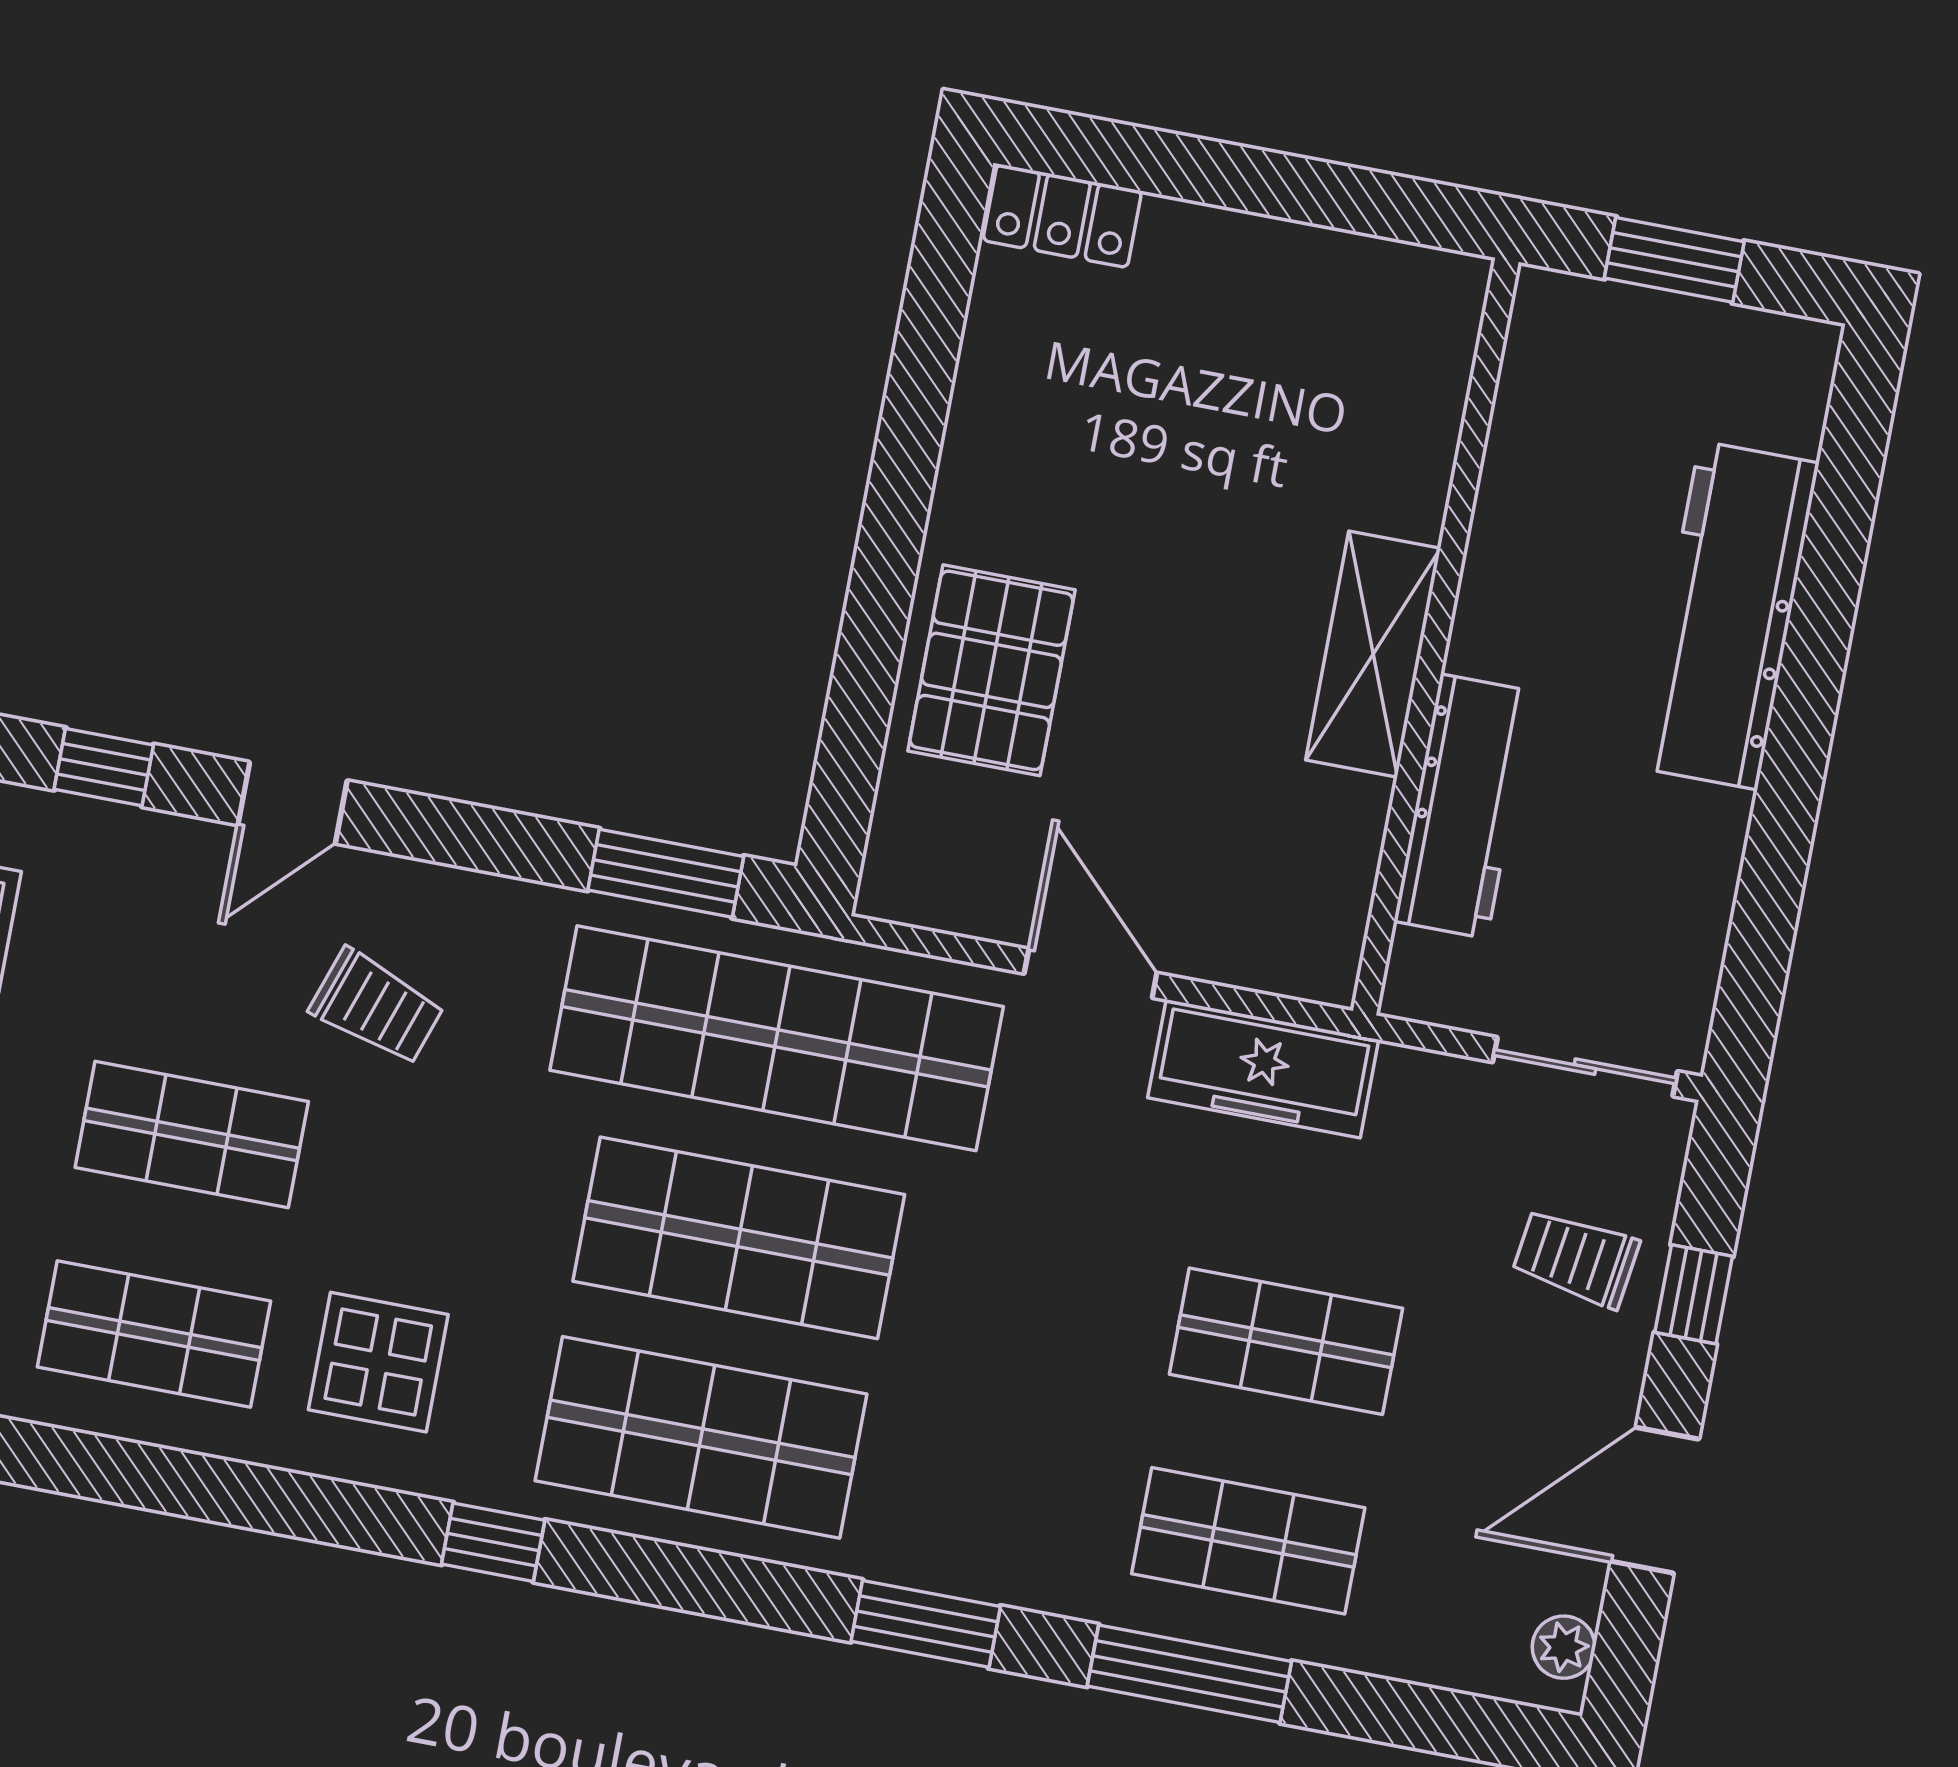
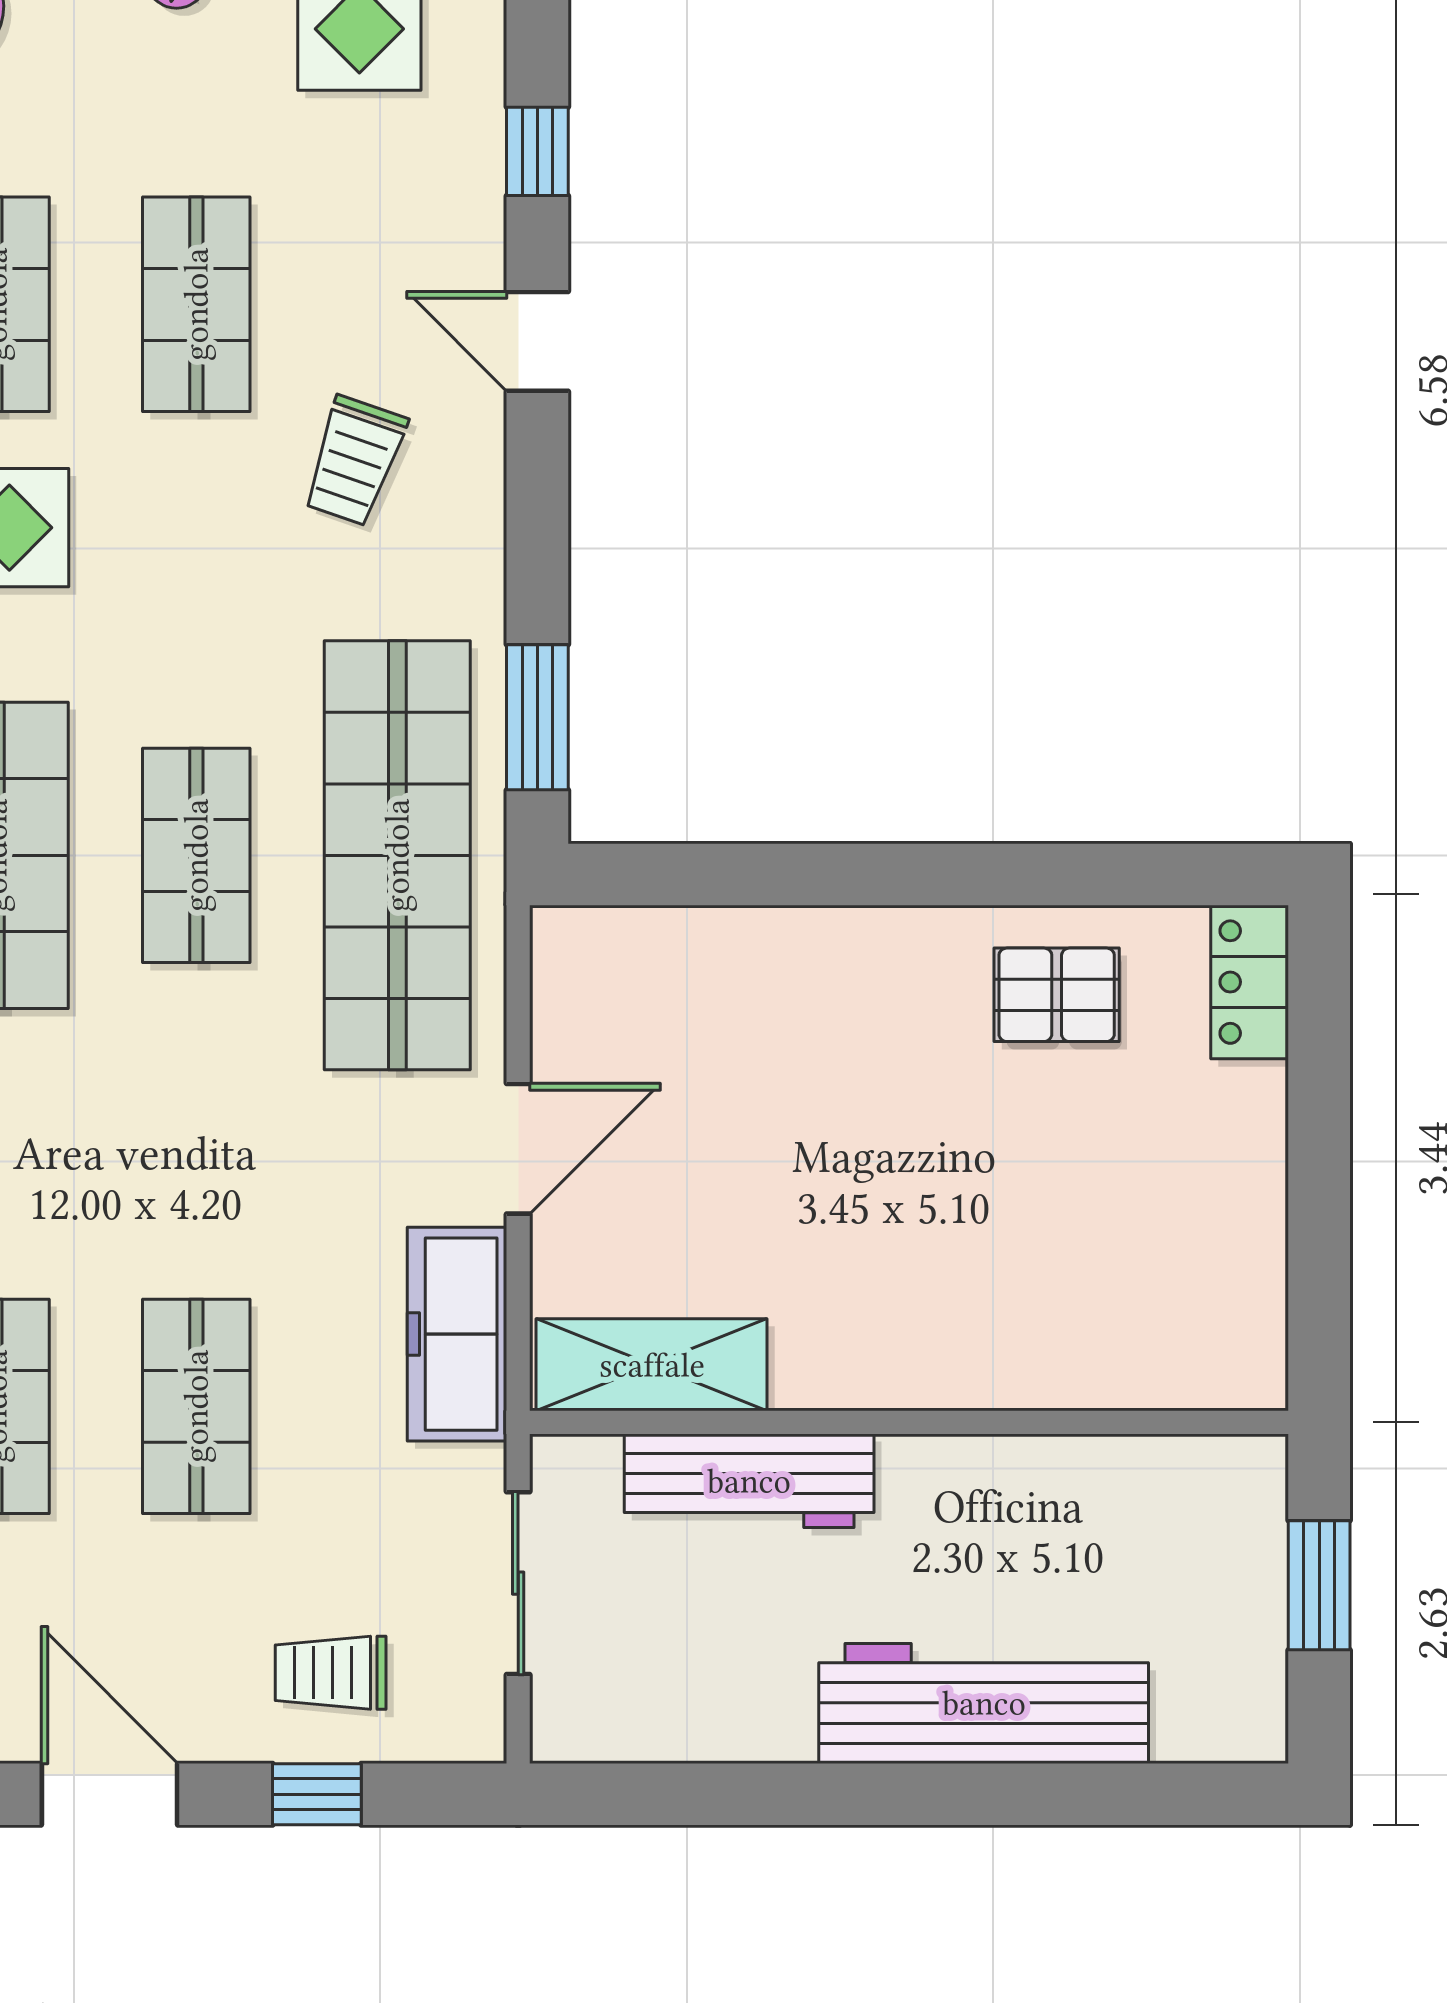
shelving: (1373, 654) -> (652, 1365), moved
pallet: (991, 670) -> (1057, 995), moved, width x0.67, depth x0.71
sliding door: (1585, 1067) -> (518, 1583), moved
shop shelf: (739, 1238) -> (196, 855), width x0.70, depth x0.74
trolley: (1576, 1258) -> (331, 1673), turned -98

